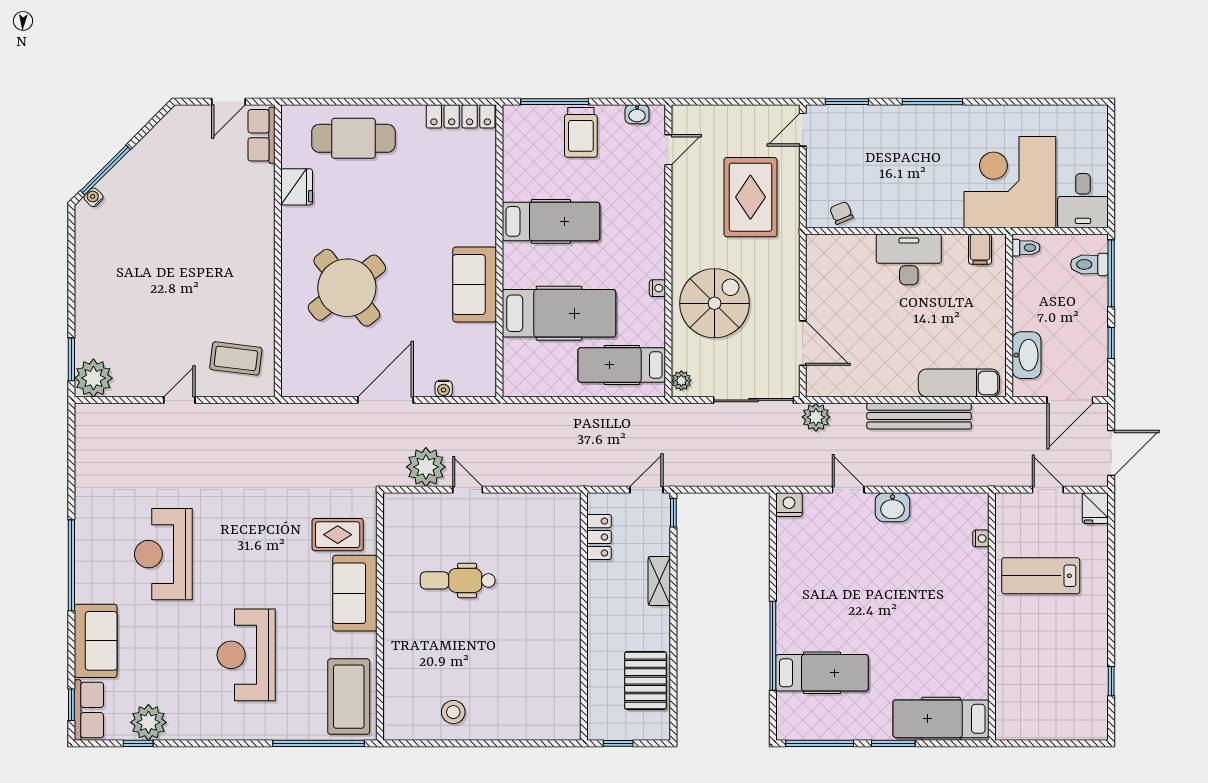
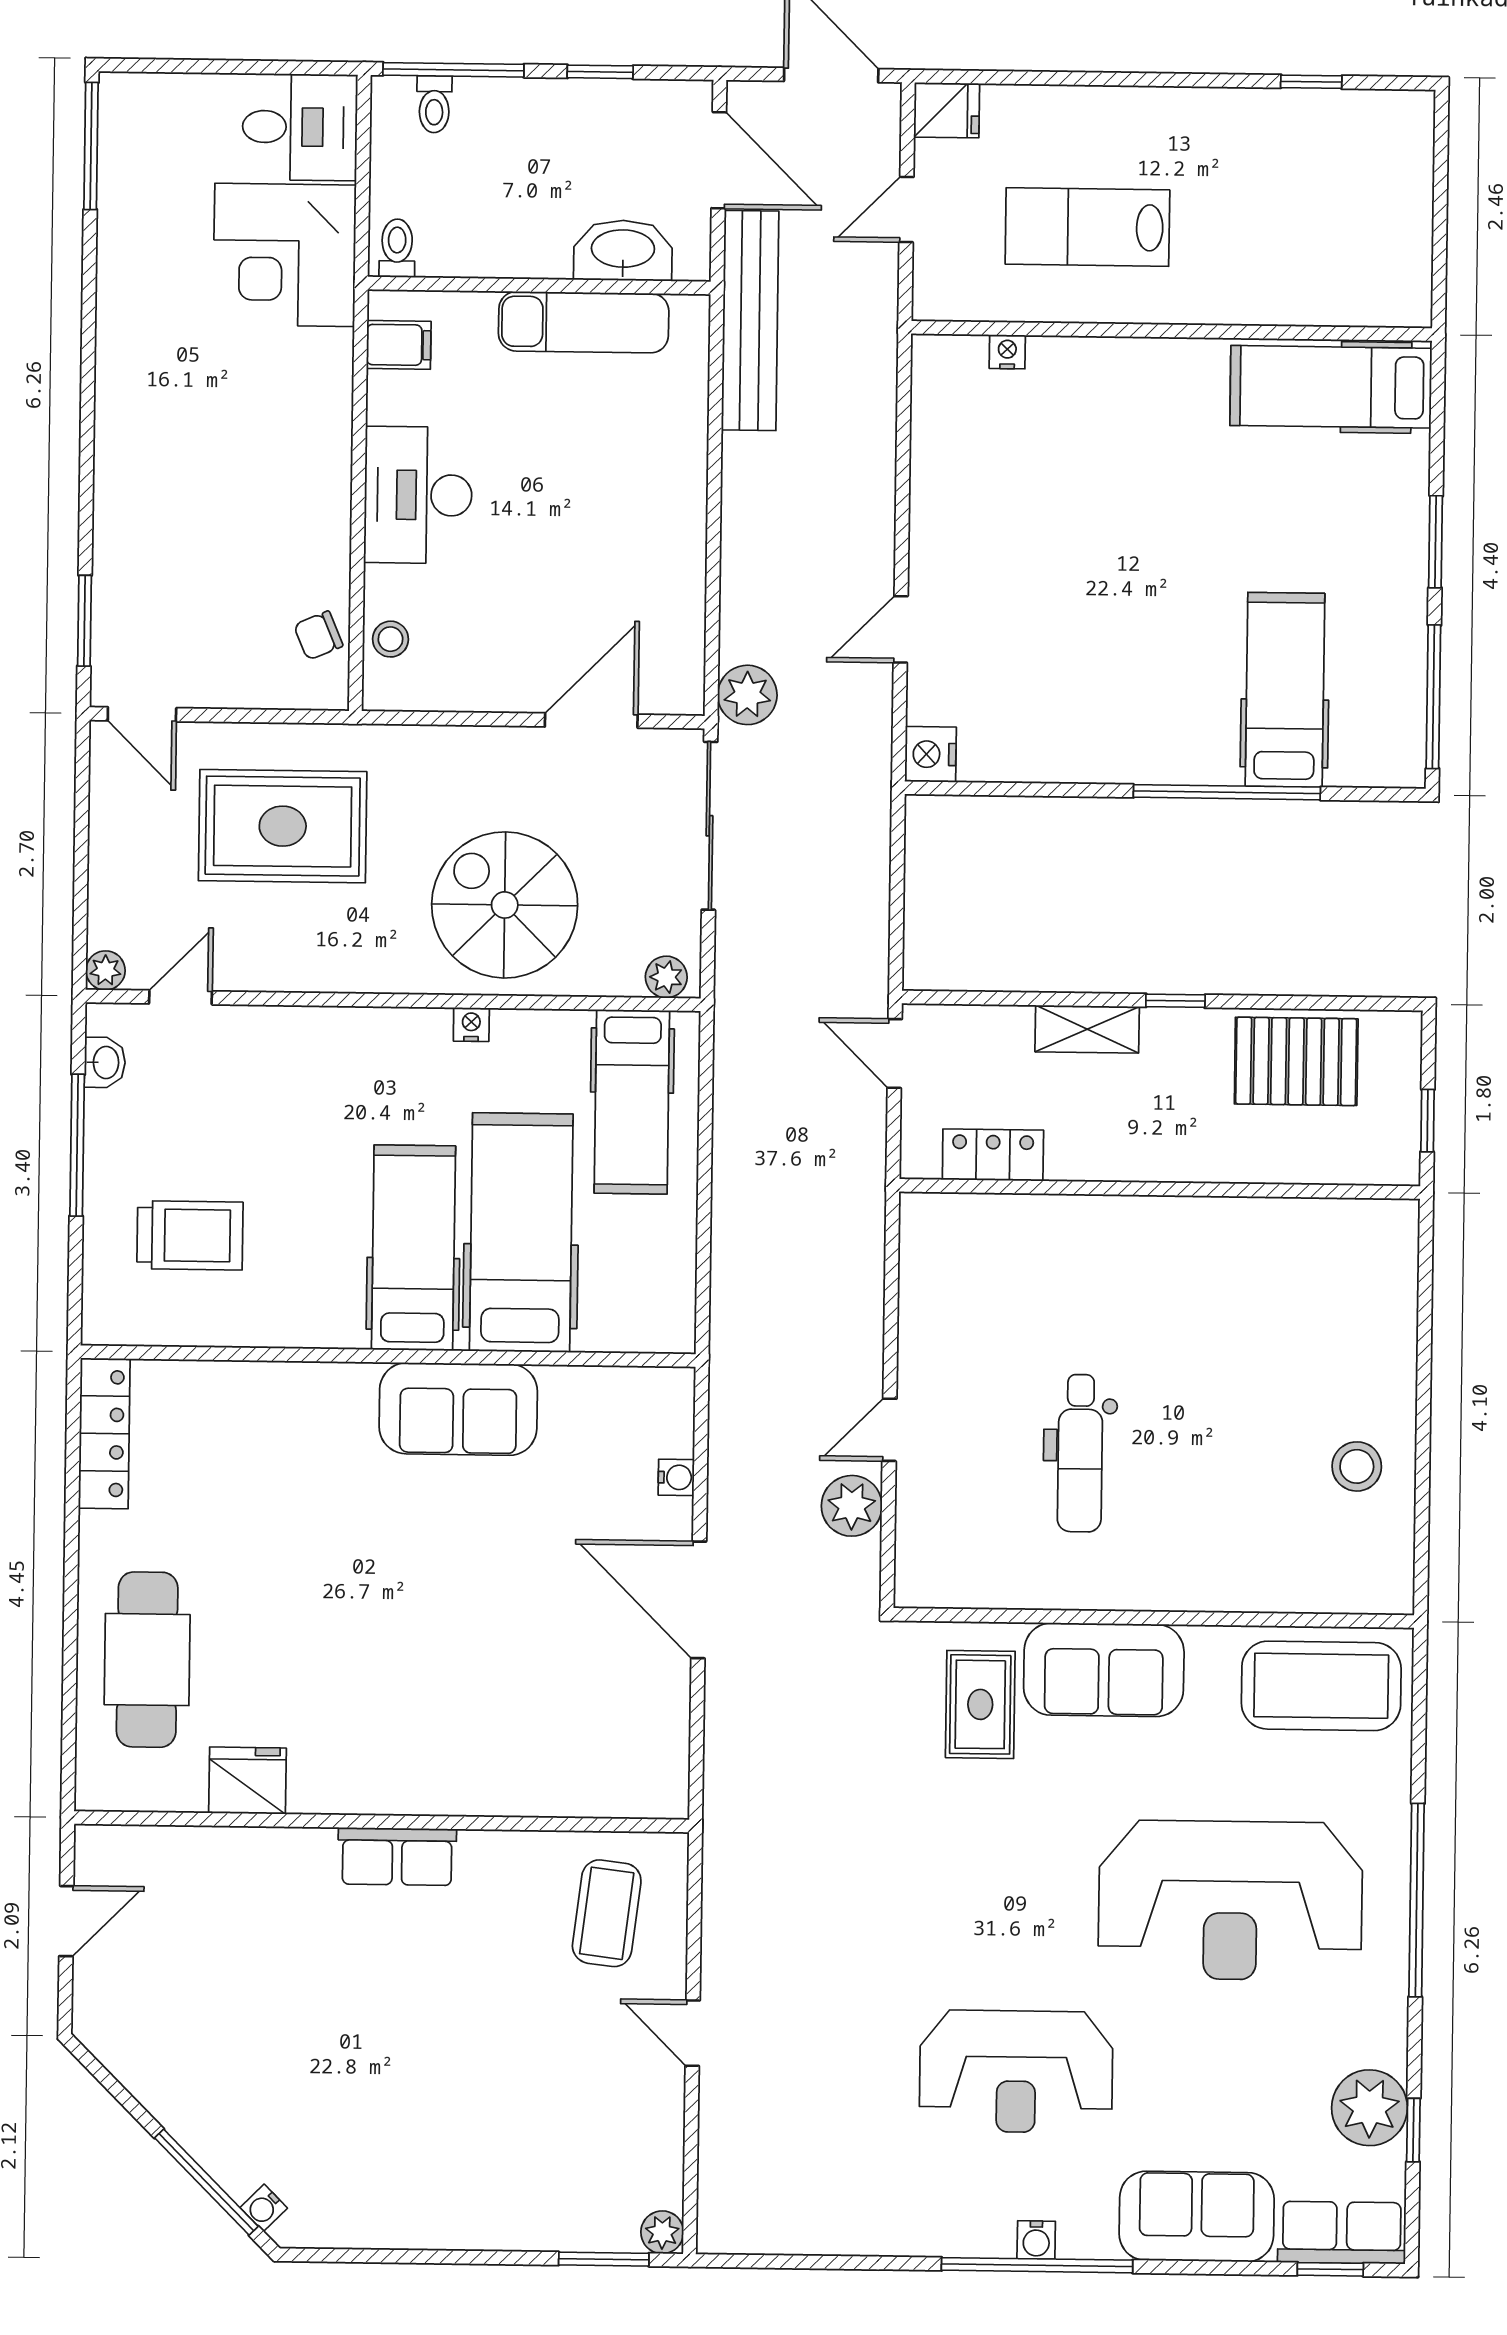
door: (229, 102) -> (66, 1921), hinge flipped
window: (555, 102) -> (77, 1145), moved
window: (932, 102) -> (91, 146), moved
plant: (681, 114) -> (105, 970), added
trolley: (581, 132) -> (190, 1235), moved
row of seats: (261, 135) -> (397, 1857), moved
door: (668, 150) -> (180, 997), hinge flipped
corner desk: (1010, 182) -> (285, 255), width x0.74, depth x0.74
hospital bed: (551, 221) -> (413, 1248), moved
stool: (840, 247) -> (390, 639), added
toilet: (1089, 264) -> (434, 104), width x0.73, depth x0.72
round table: (347, 288) -> (461, 1678), removed
plant: (93, 378) -> (662, 2232), width x0.53, depth x0.53
exam couch: (959, 383) -> (584, 322), moved, turned -90
bench: (919, 416) -> (750, 321), moved
plant: (426, 467) -> (852, 1506), width x0.73, depth x0.73
washbasin: (892, 507) -> (939, 537), removed
window: (673, 513) -> (1175, 1001), moved
water cooler: (83, 565) -> (1036, 2240), added
lab bench: (1041, 576) -> (1087, 227), turned 90
reception desk: (246, 655) -> (1230, 1900), width x1.36, depth x1.30
hospital bed: (941, 719) -> (1331, 387), moved, turned 90
window: (318, 743) -> (1417, 1900), moved

